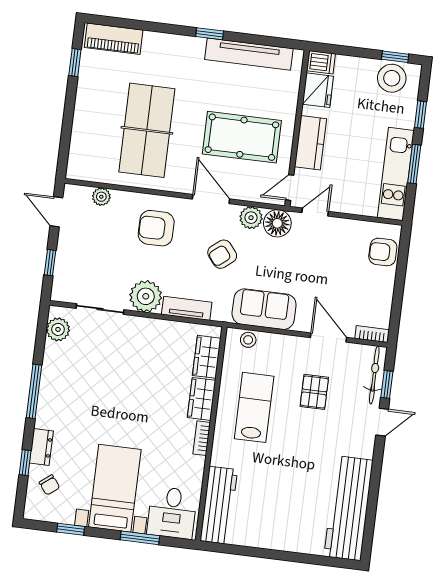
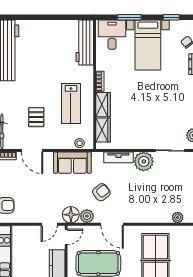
armchair: (156, 228) -> (143, 203), removed

